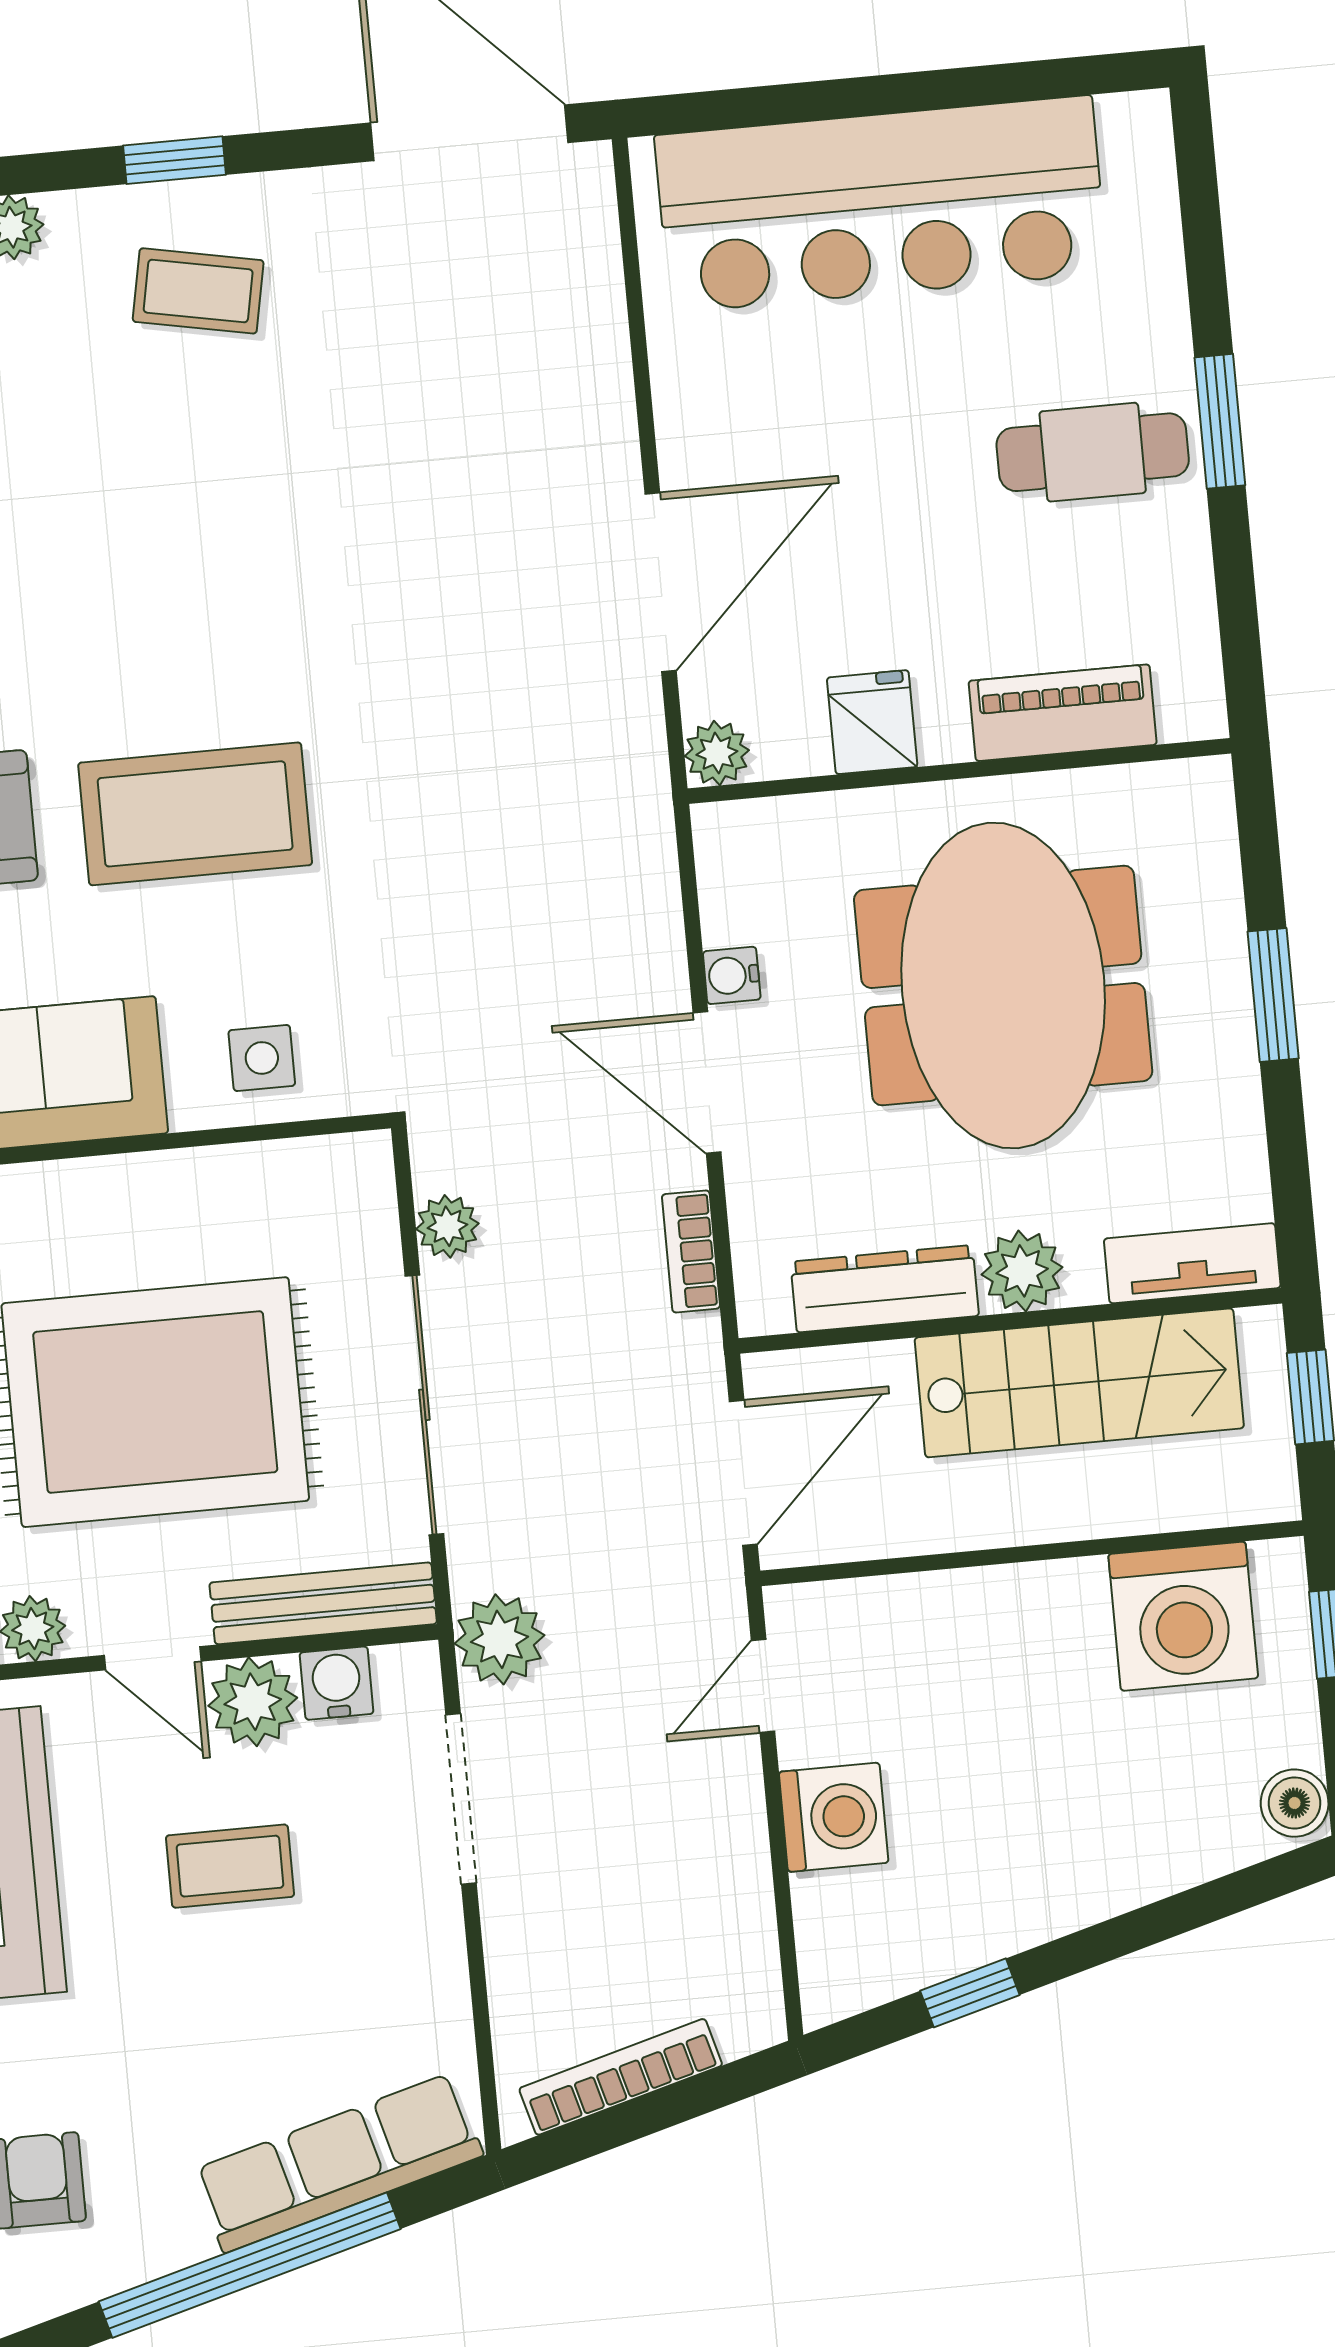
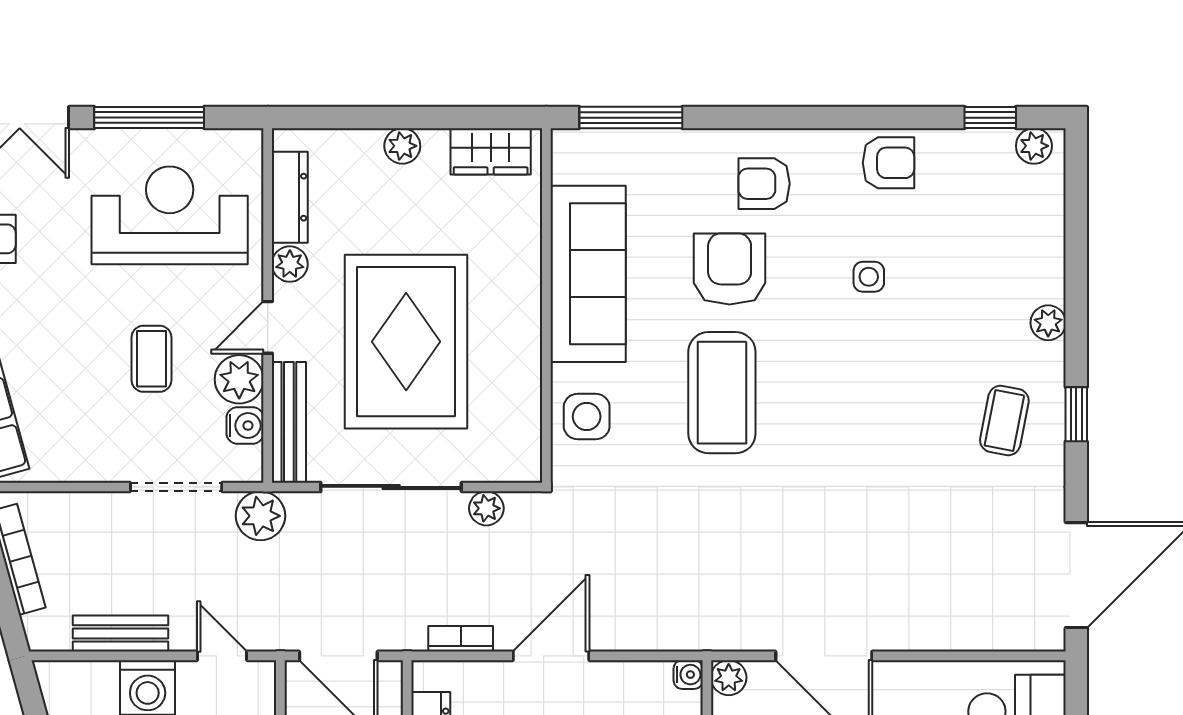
water cooler: (732, 975) -> (688, 675), moved, turned 90
side table: (262, 1058) -> (587, 416), width x1.37, depth x1.37
bench: (739, 1876) -> (121, 633), added

